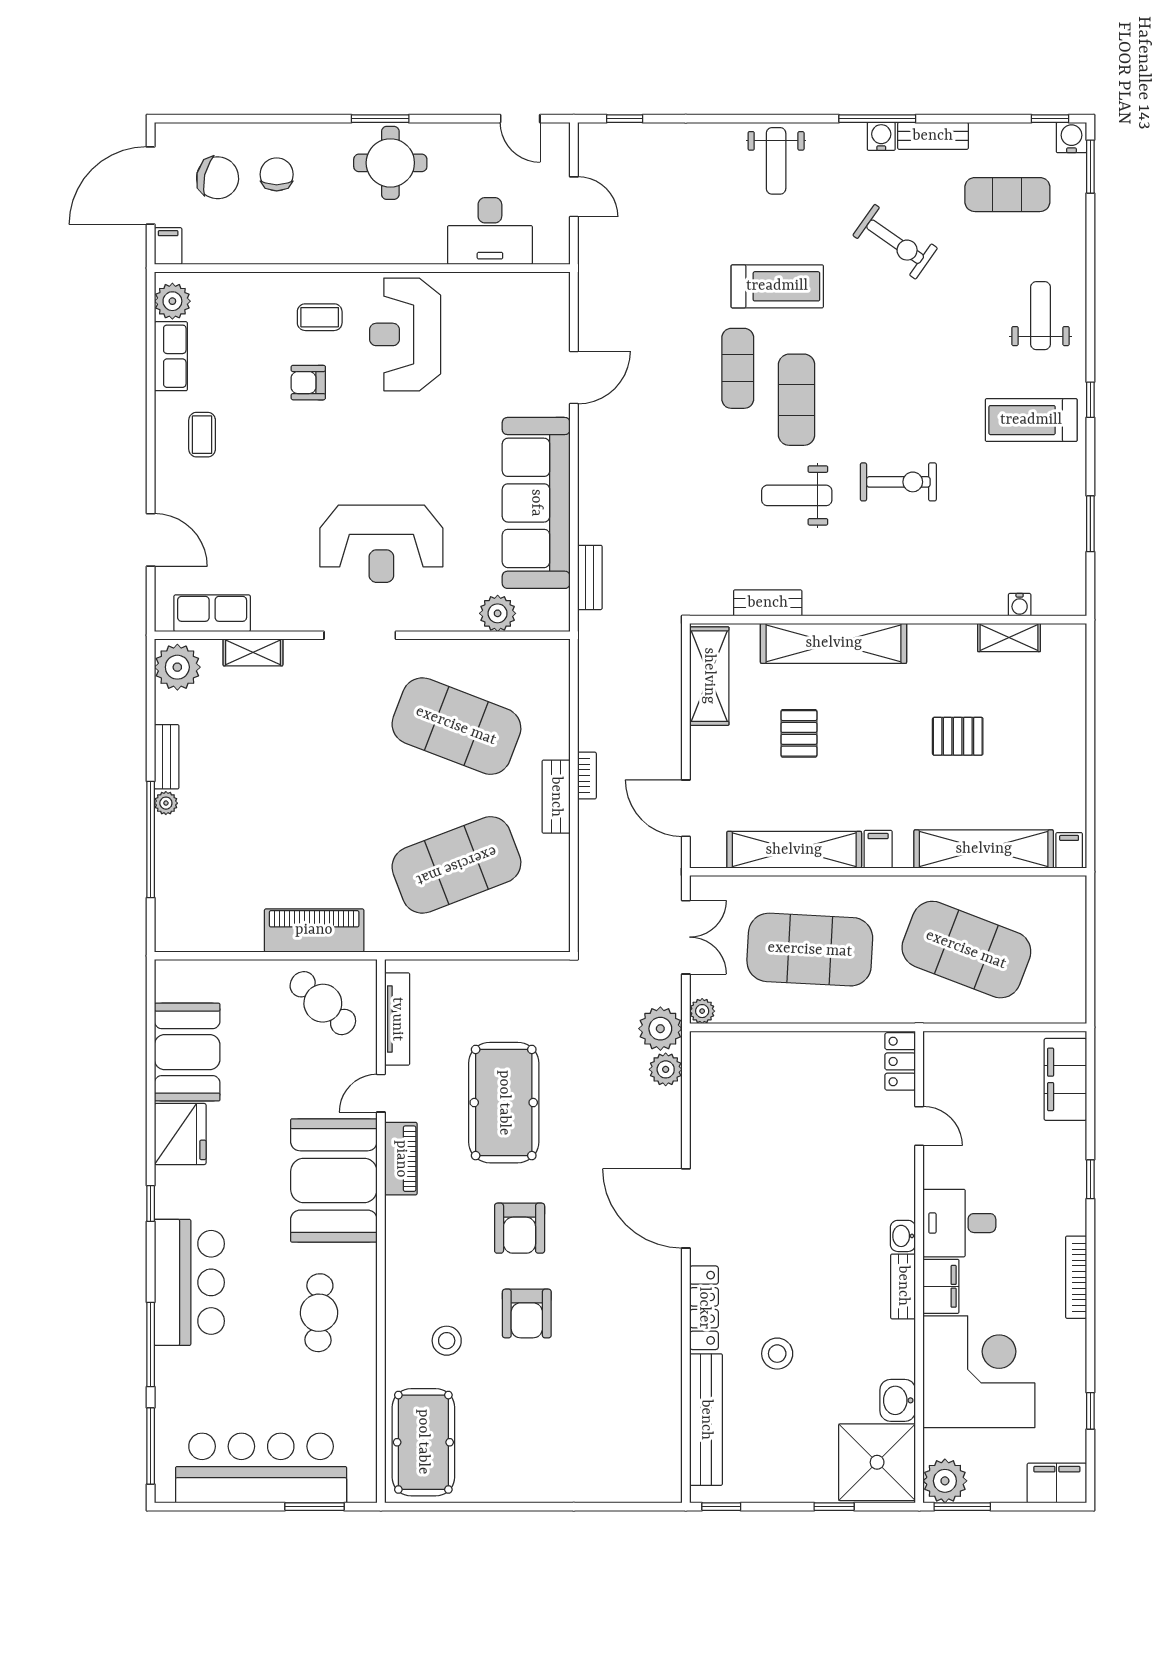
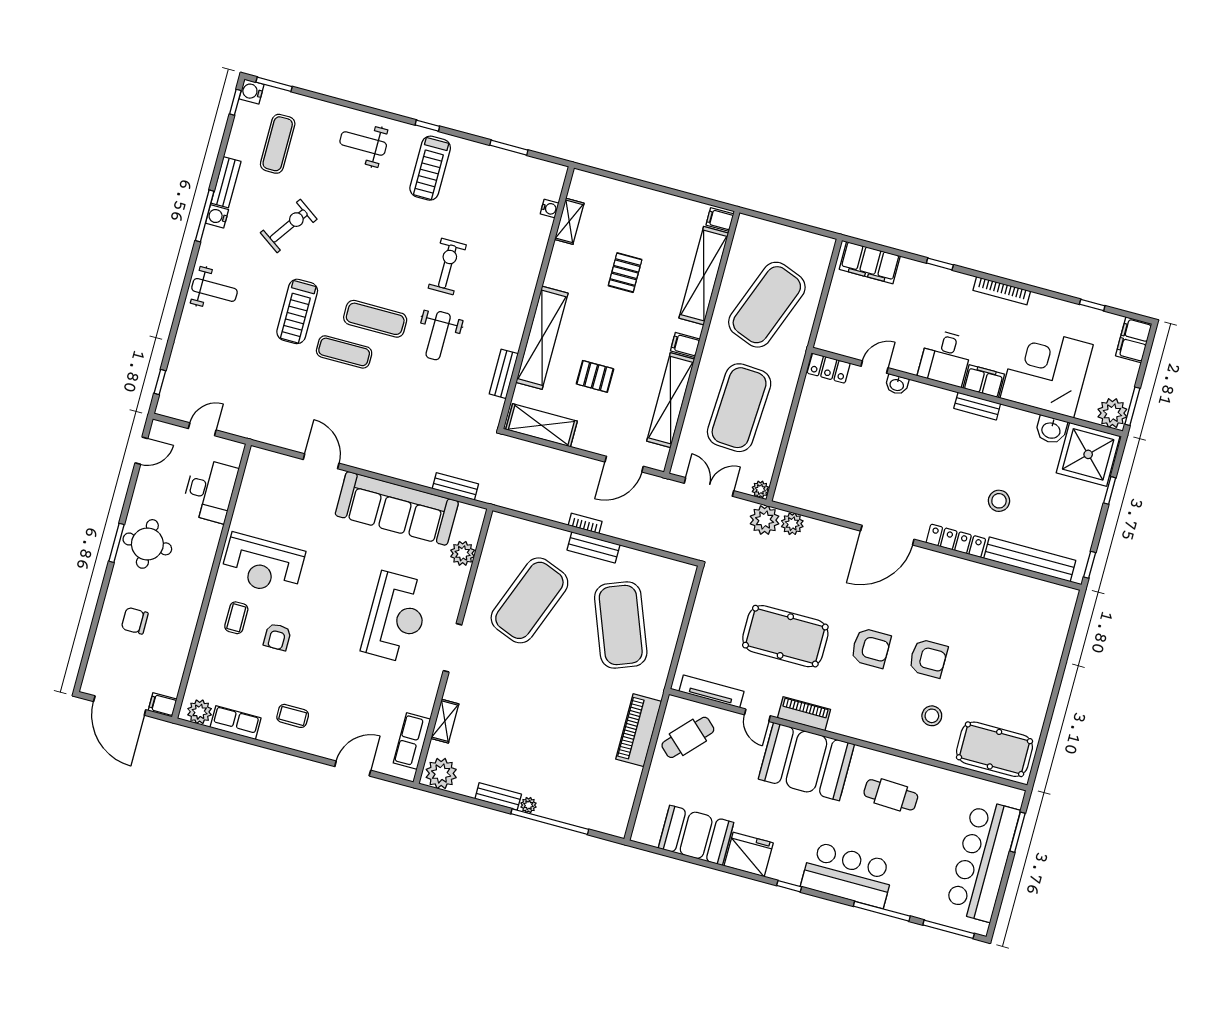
chair: (218, 178) -> (127, 660), removed
treadmill: (777, 286) -> (297, 311), turned 180
washbasin: (903, 1236) -> (897, 385), moved

